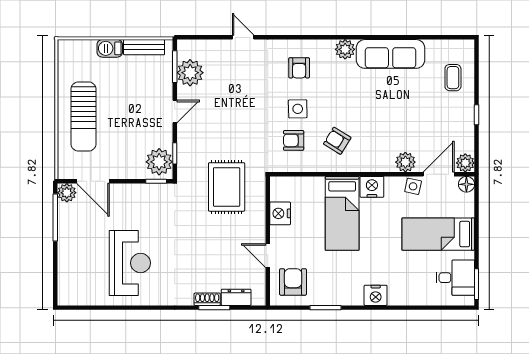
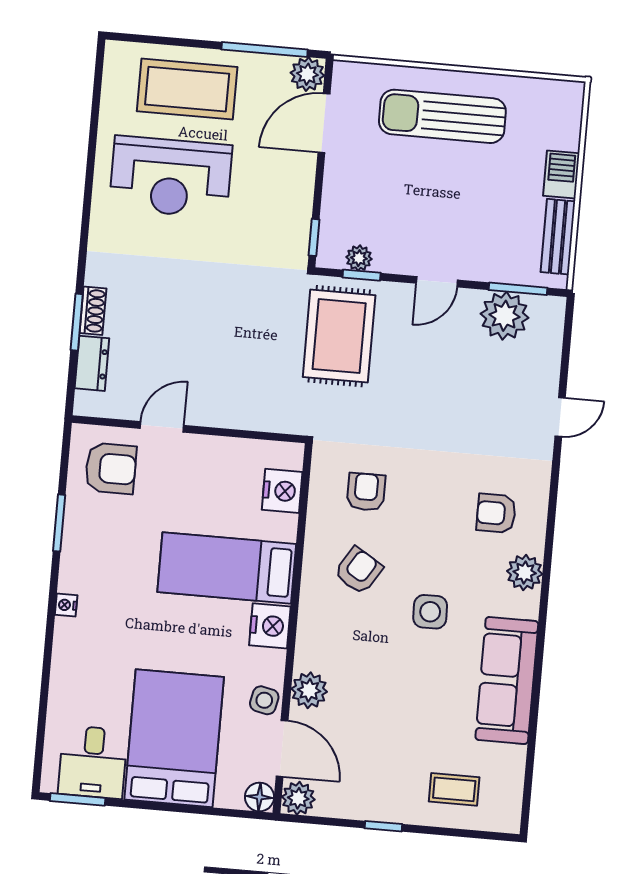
plant: (345, 49) -> (525, 572), moved
side table: (298, 109) -> (430, 612), moved
door: (175, 112) -> (437, 282), hinge flipped
plant: (159, 162) -> (359, 258), width x0.53, depth x0.53
rug: (227, 187) -> (339, 336), moved, turned 90
nightstand: (280, 213) -> (282, 491), moved, turned 90
bed: (438, 234) -> (174, 738), width x1.50
coffee table: (81, 258) -> (187, 89), added
nightstand: (376, 295) -> (66, 605), width x0.53, depth x0.56

